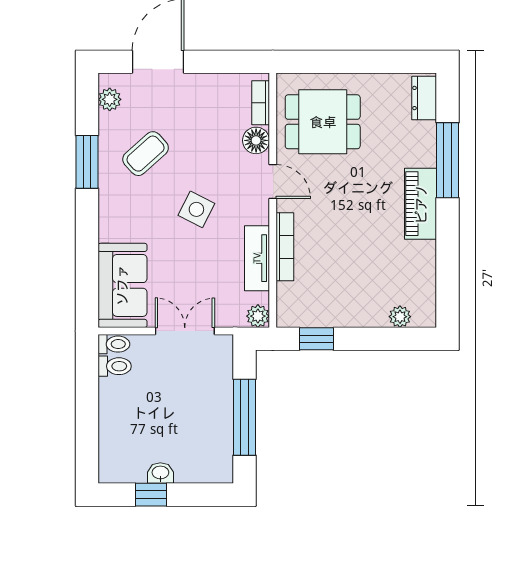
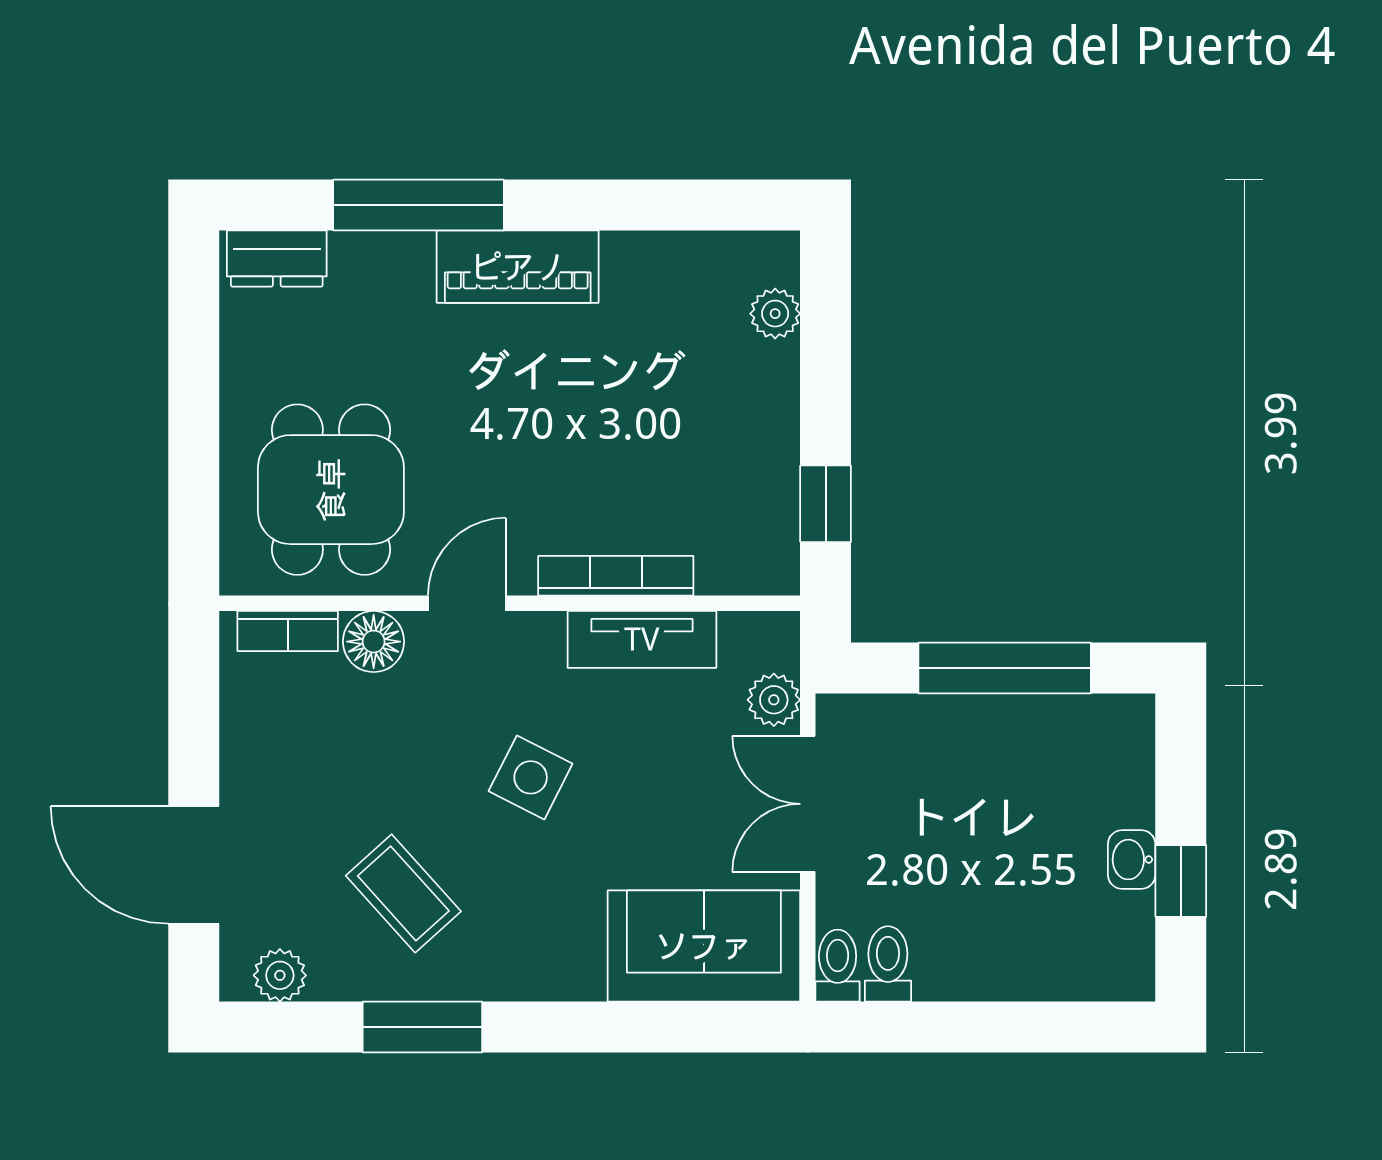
plant: (258, 316) -> (774, 700), moved

